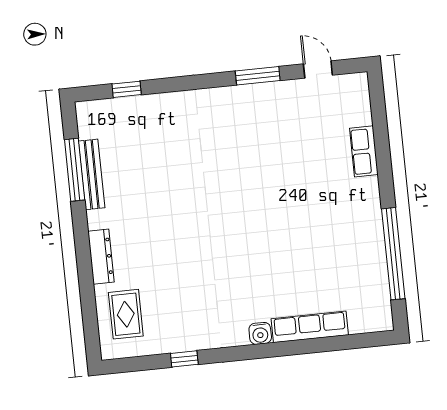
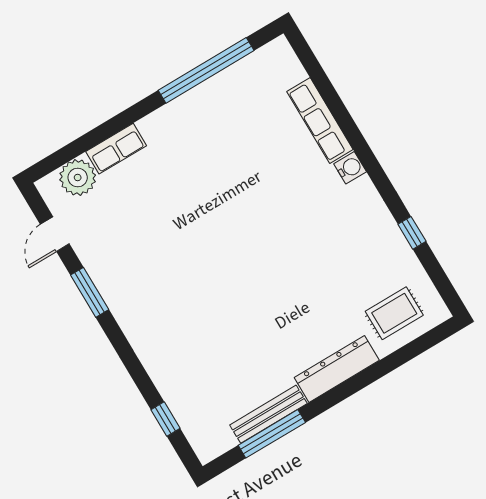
plant: (355, 109) -> (78, 177), added
dresser: (101, 257) -> (337, 369), width x1.37, depth x1.24

